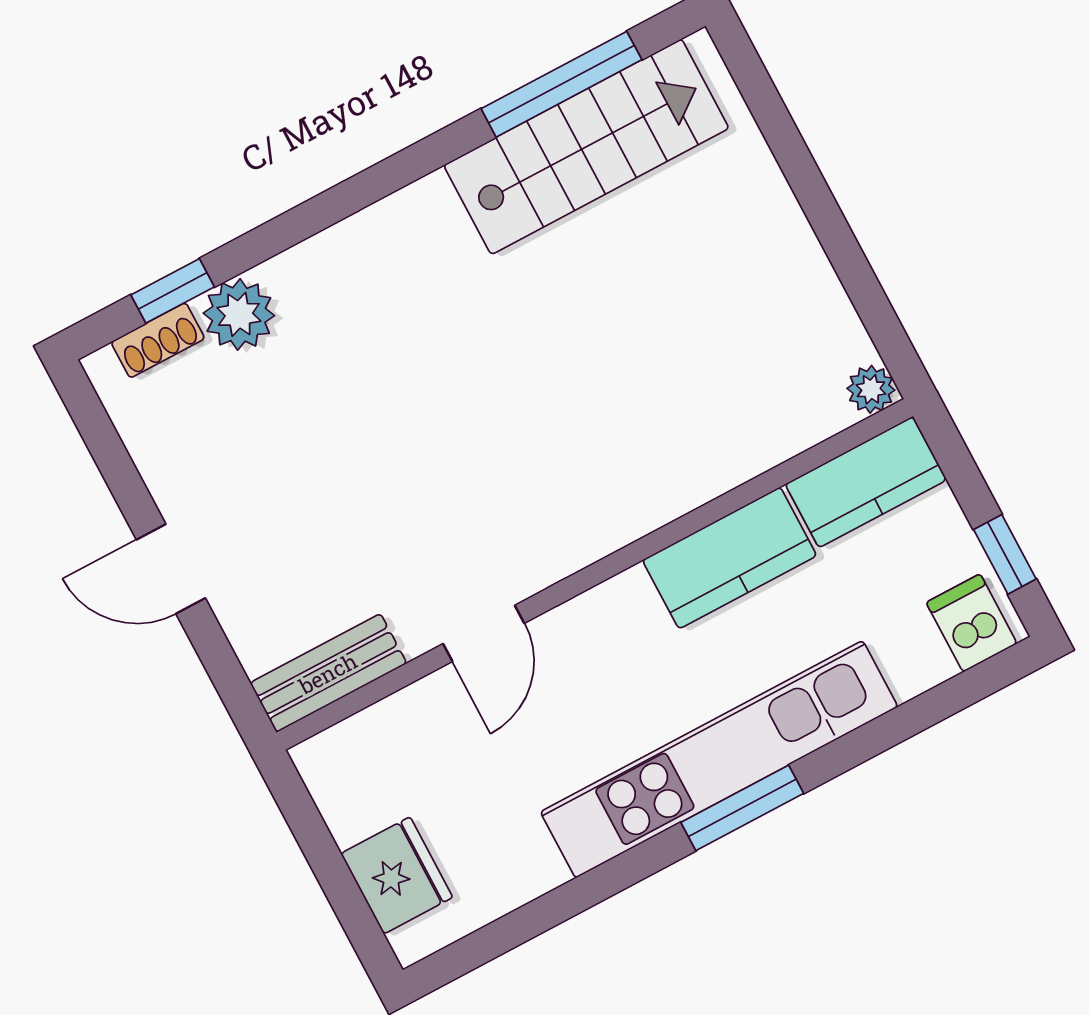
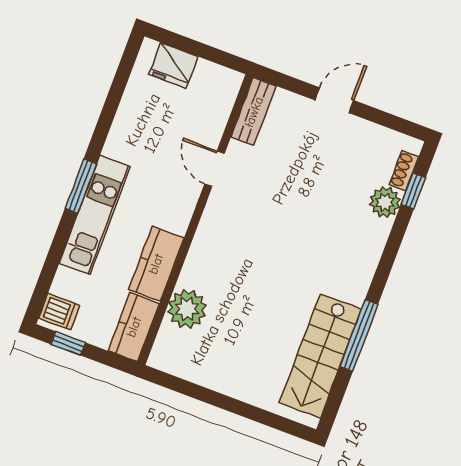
window: (561, 84) -> (359, 336), moved
plant: (871, 389) -> (187, 309), moved, width x1.87, depth x1.87
kitchen unit: (719, 759) -> (95, 215), width x0.73

